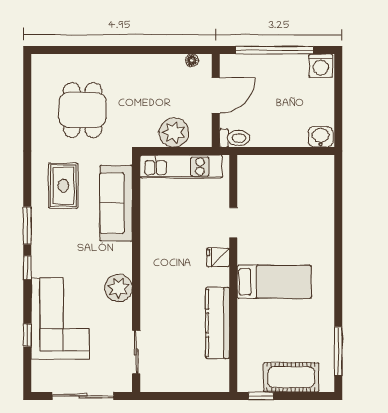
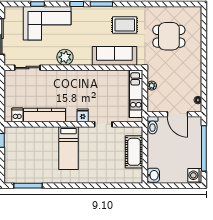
plant: (174, 132) -> (152, 86), width x0.53, depth x0.53
dishwasher: (217, 369) -> (17, 115), added
cot: (291, 377) -> (134, 152), moved

